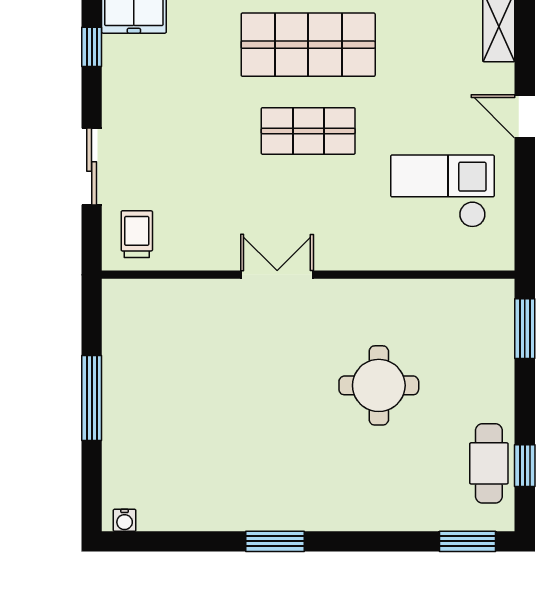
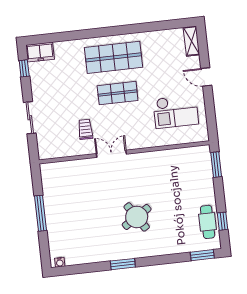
checkout: (442, 191) -> (176, 112), turned 180
trolley: (137, 234) -> (85, 129), moved
round table: (379, 385) -> (137, 217), moved, turned -33

